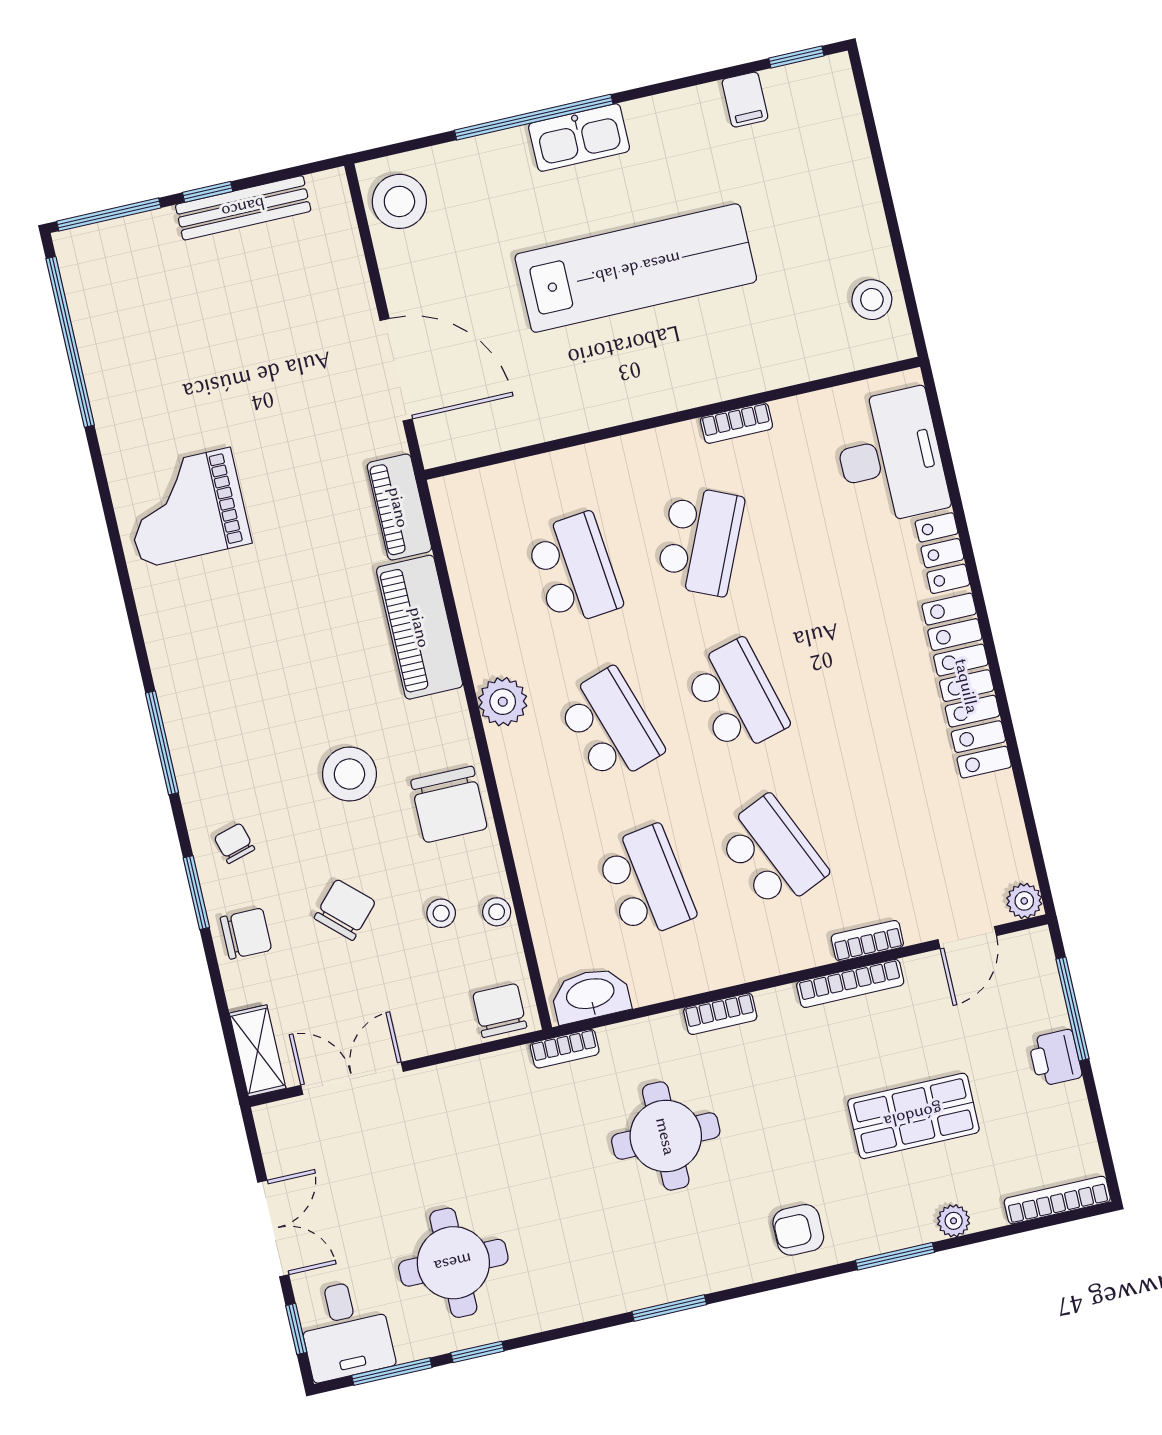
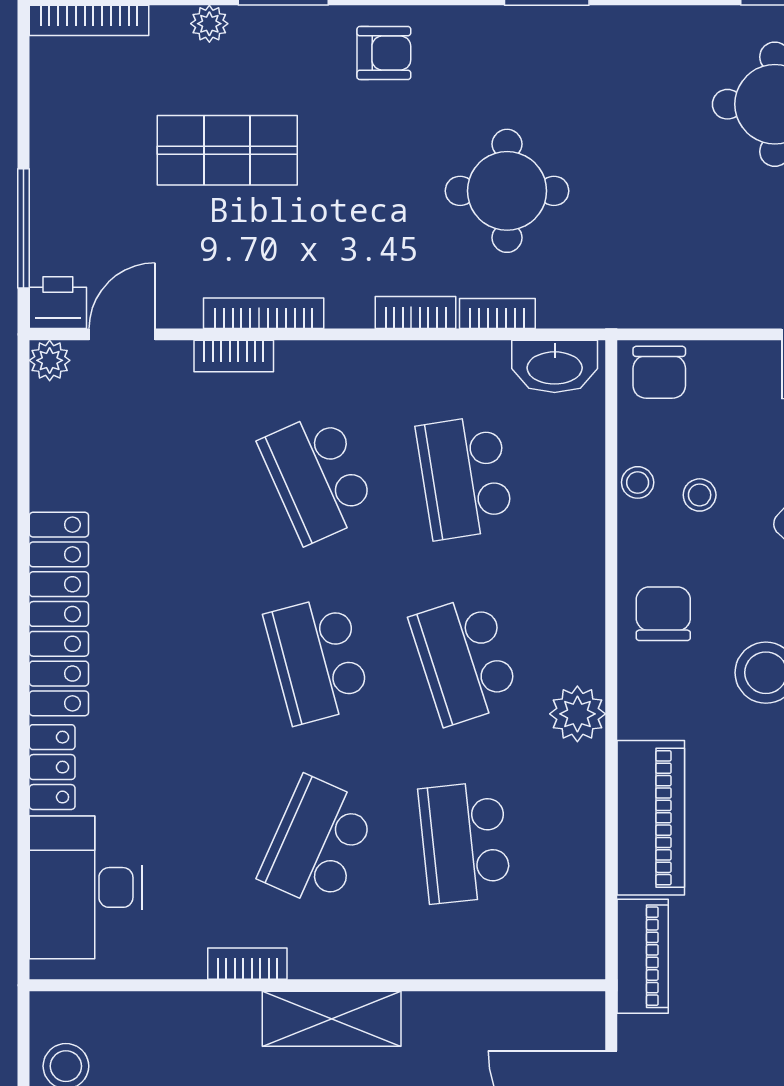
shelving: (654, 392) -> (332, 1019), added
chair: (449, 804) -> (663, 614), width x0.73, depth x0.73
bookcase: (565, 1049) -> (497, 313), moved
printer: (1055, 1058) -> (58, 303), moved, turned -90

